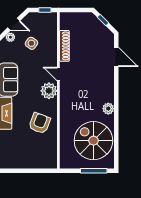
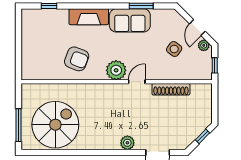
plant: (10, 37) -> (204, 45), moved
plant: (108, 109) -> (127, 143), moved

